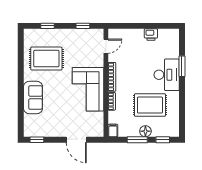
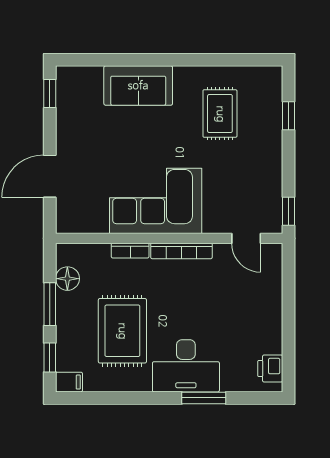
window: (83, 26) -> (288, 211), moved
printer: (151, 35) -> (270, 369), moved
rug: (46, 59) -> (220, 114), width x0.73, depth x0.70
filing cabinet: (113, 131) -> (69, 382), moved
floor lamp: (145, 131) -> (67, 279), moved

